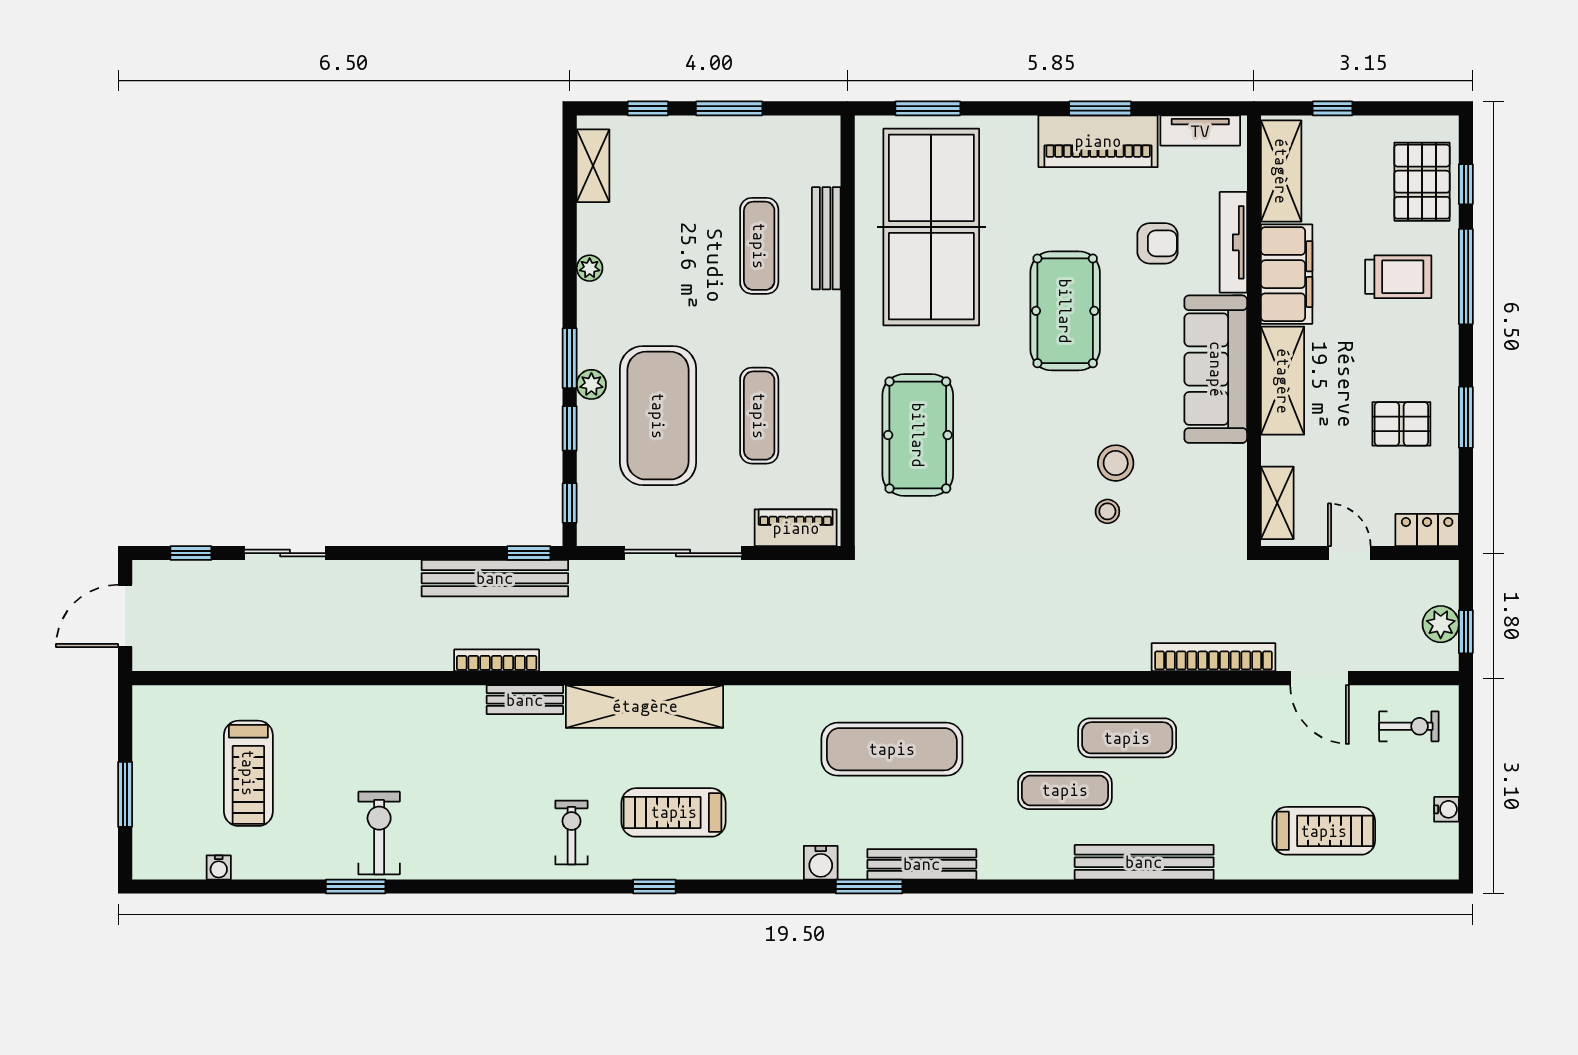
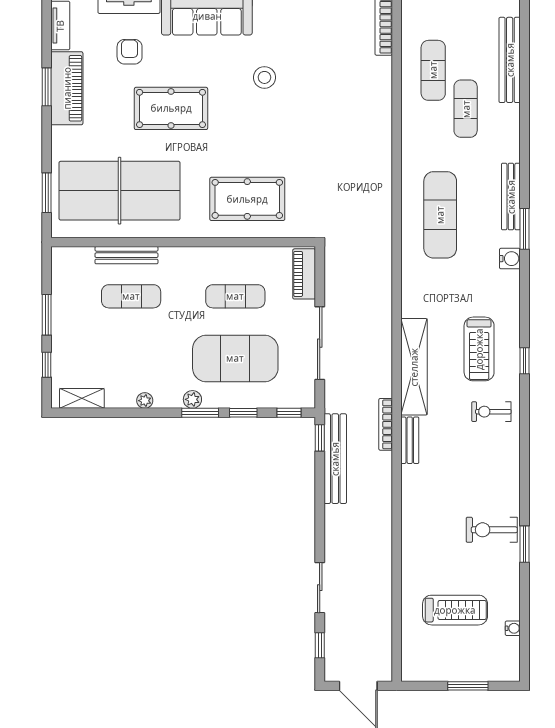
plant: (591, 384) -> (192, 399), moved
stool: (1107, 511) -> (294, 82), removed
bookcase: (497, 660) -> (386, 424), moved

